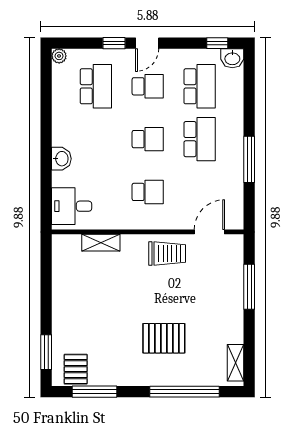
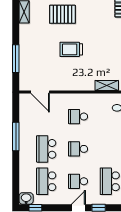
door: (209, 232) -> (40, 92), hinge flipped
trolley: (167, 253) -> (71, 49), moved
pallet: (164, 338) -> (62, 14), moved

